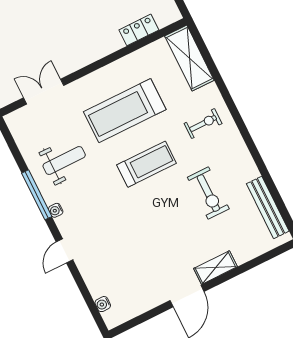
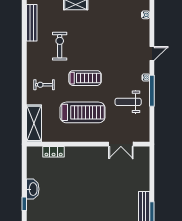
treadmill: (147, 164) -> (85, 78), turned 180

